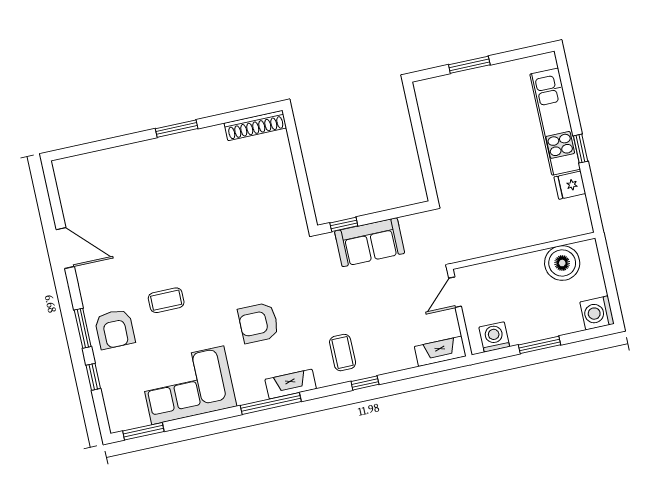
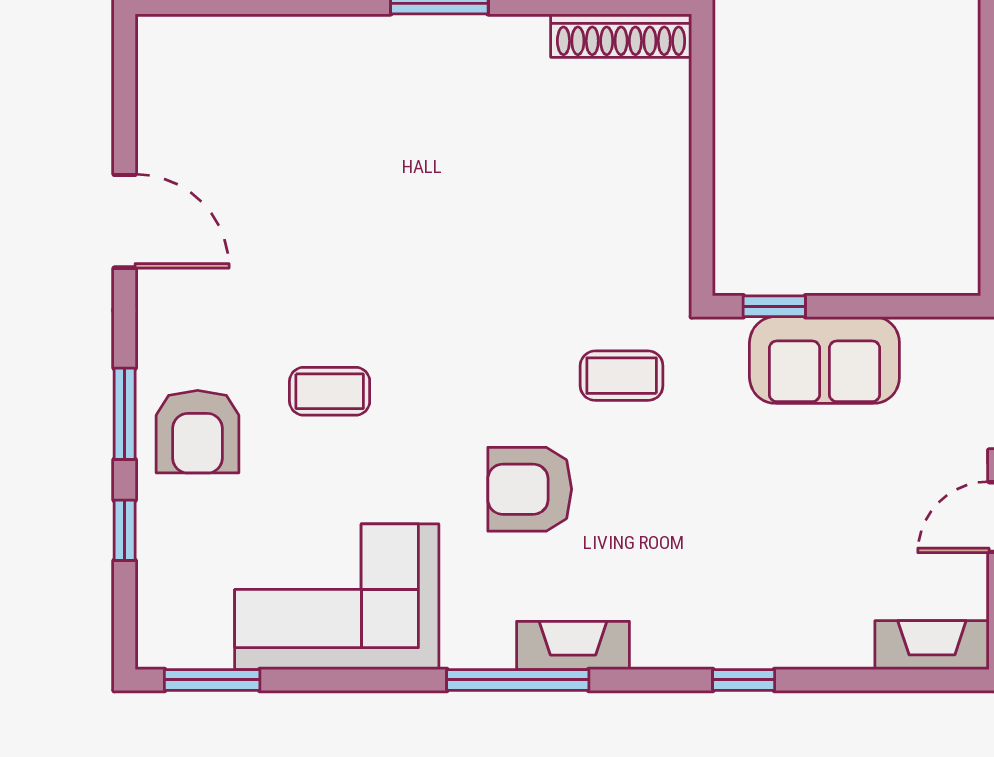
coffee table: (343, 353) -> (622, 376), moved, turned 90

